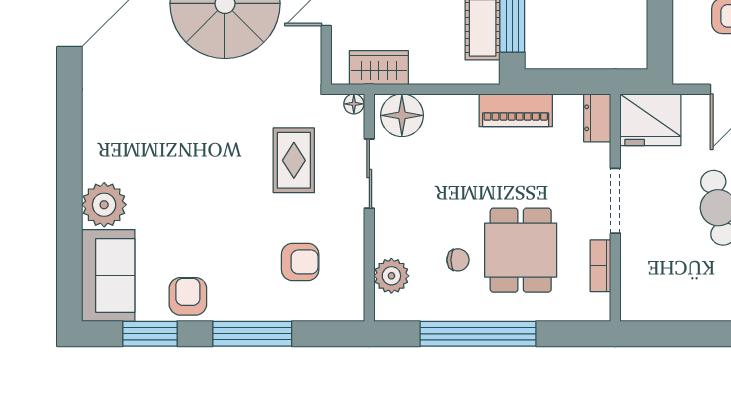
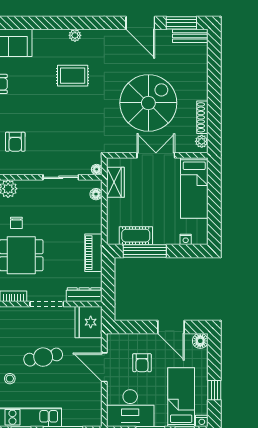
floor lamp: (402, 115) -> (96, 194), width x0.53, depth x0.53
dresser: (597, 118) -> (84, 295), width x1.44
rug: (294, 160) -> (73, 76), moved
plant: (104, 205) -> (75, 35), moved, width x0.53, depth x0.53

